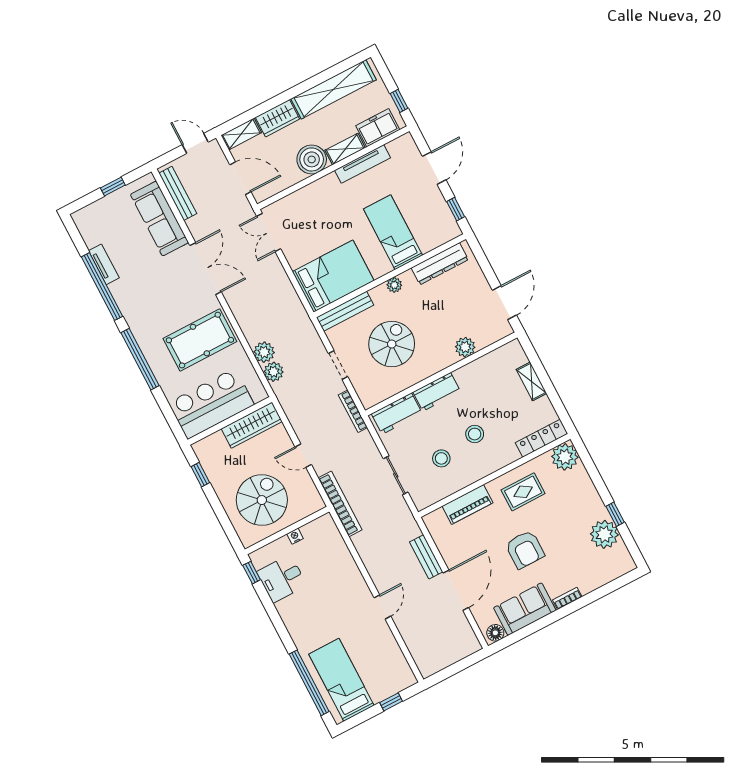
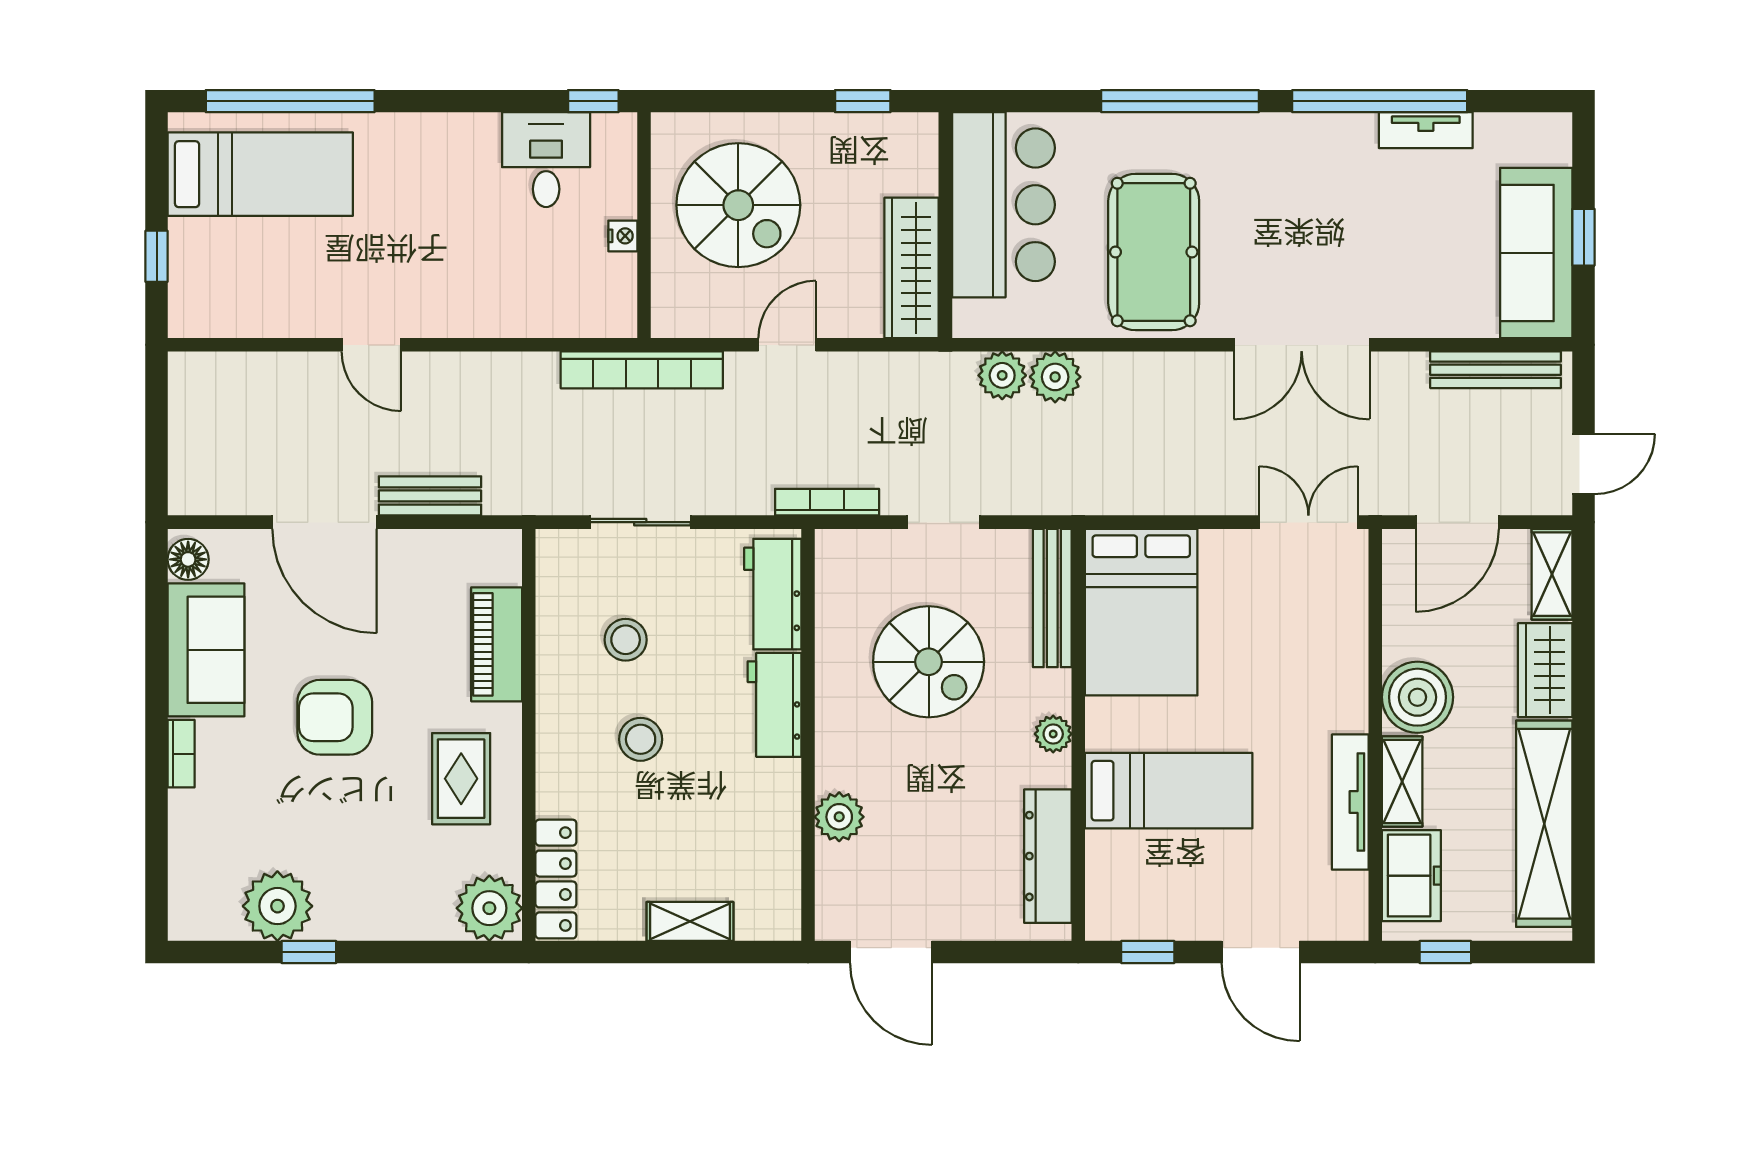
sofa: (159, 219) -> (1536, 253), moved, turned -90

